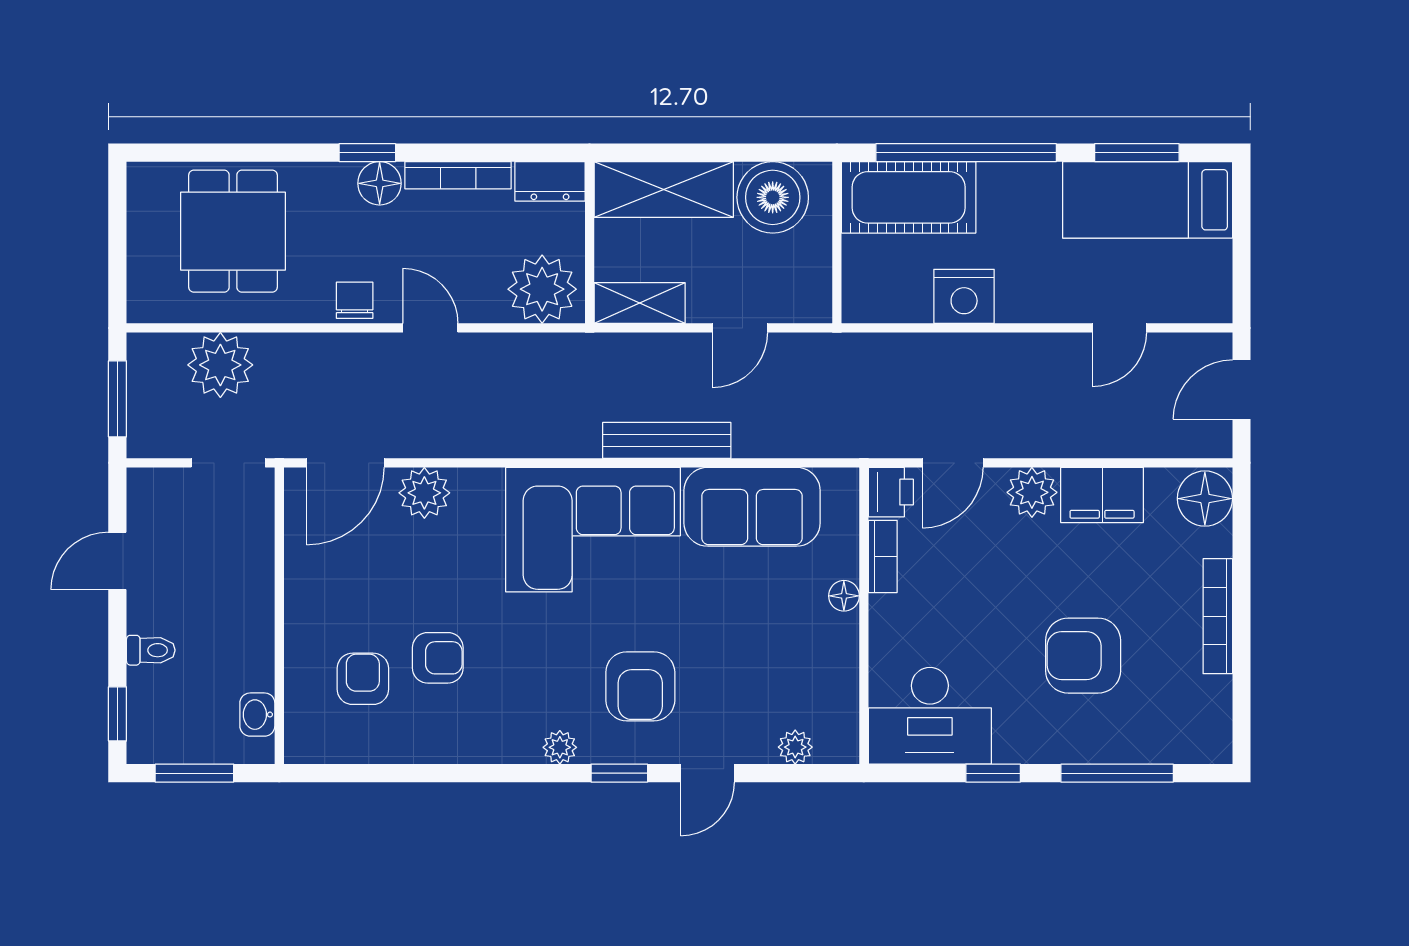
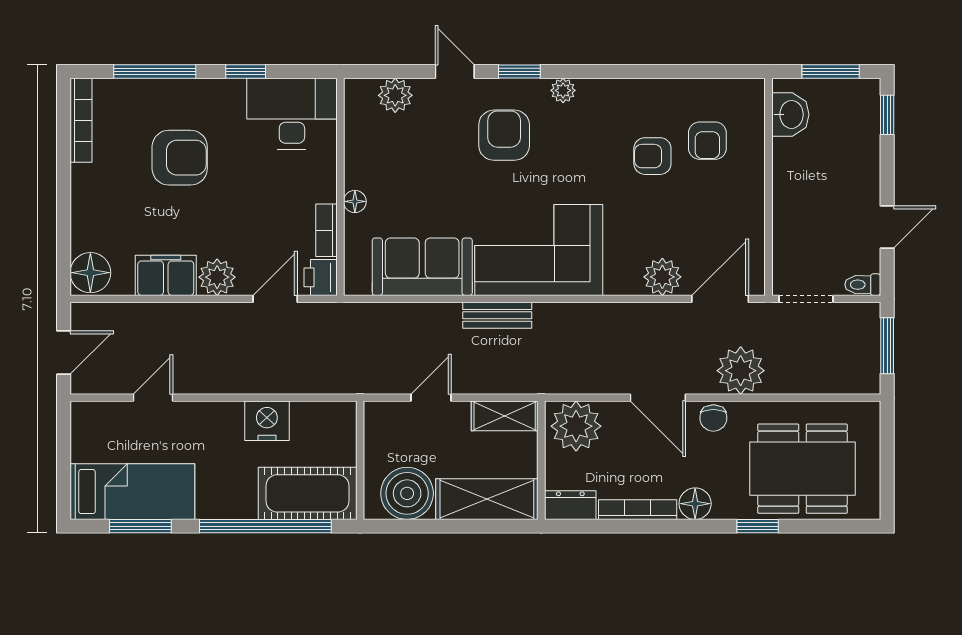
window: (367, 153) -> (758, 526), moved
dining table: (233, 231) -> (802, 469), width x1.38
door: (430, 328) -> (658, 398), width x1.37
plant: (220, 365) -> (741, 371), moved
bench: (667, 440) -> (497, 315), width x0.73
bookcase: (1218, 616) -> (81, 120), moved
toilet: (151, 650) -> (863, 285), moved
washbasin: (257, 715) -> (790, 114), width x1.38, depth x1.45
plant: (795, 747) -> (395, 95), width x1.38, depth x1.38
door: (708, 773) -> (455, 72), hinge flipped

